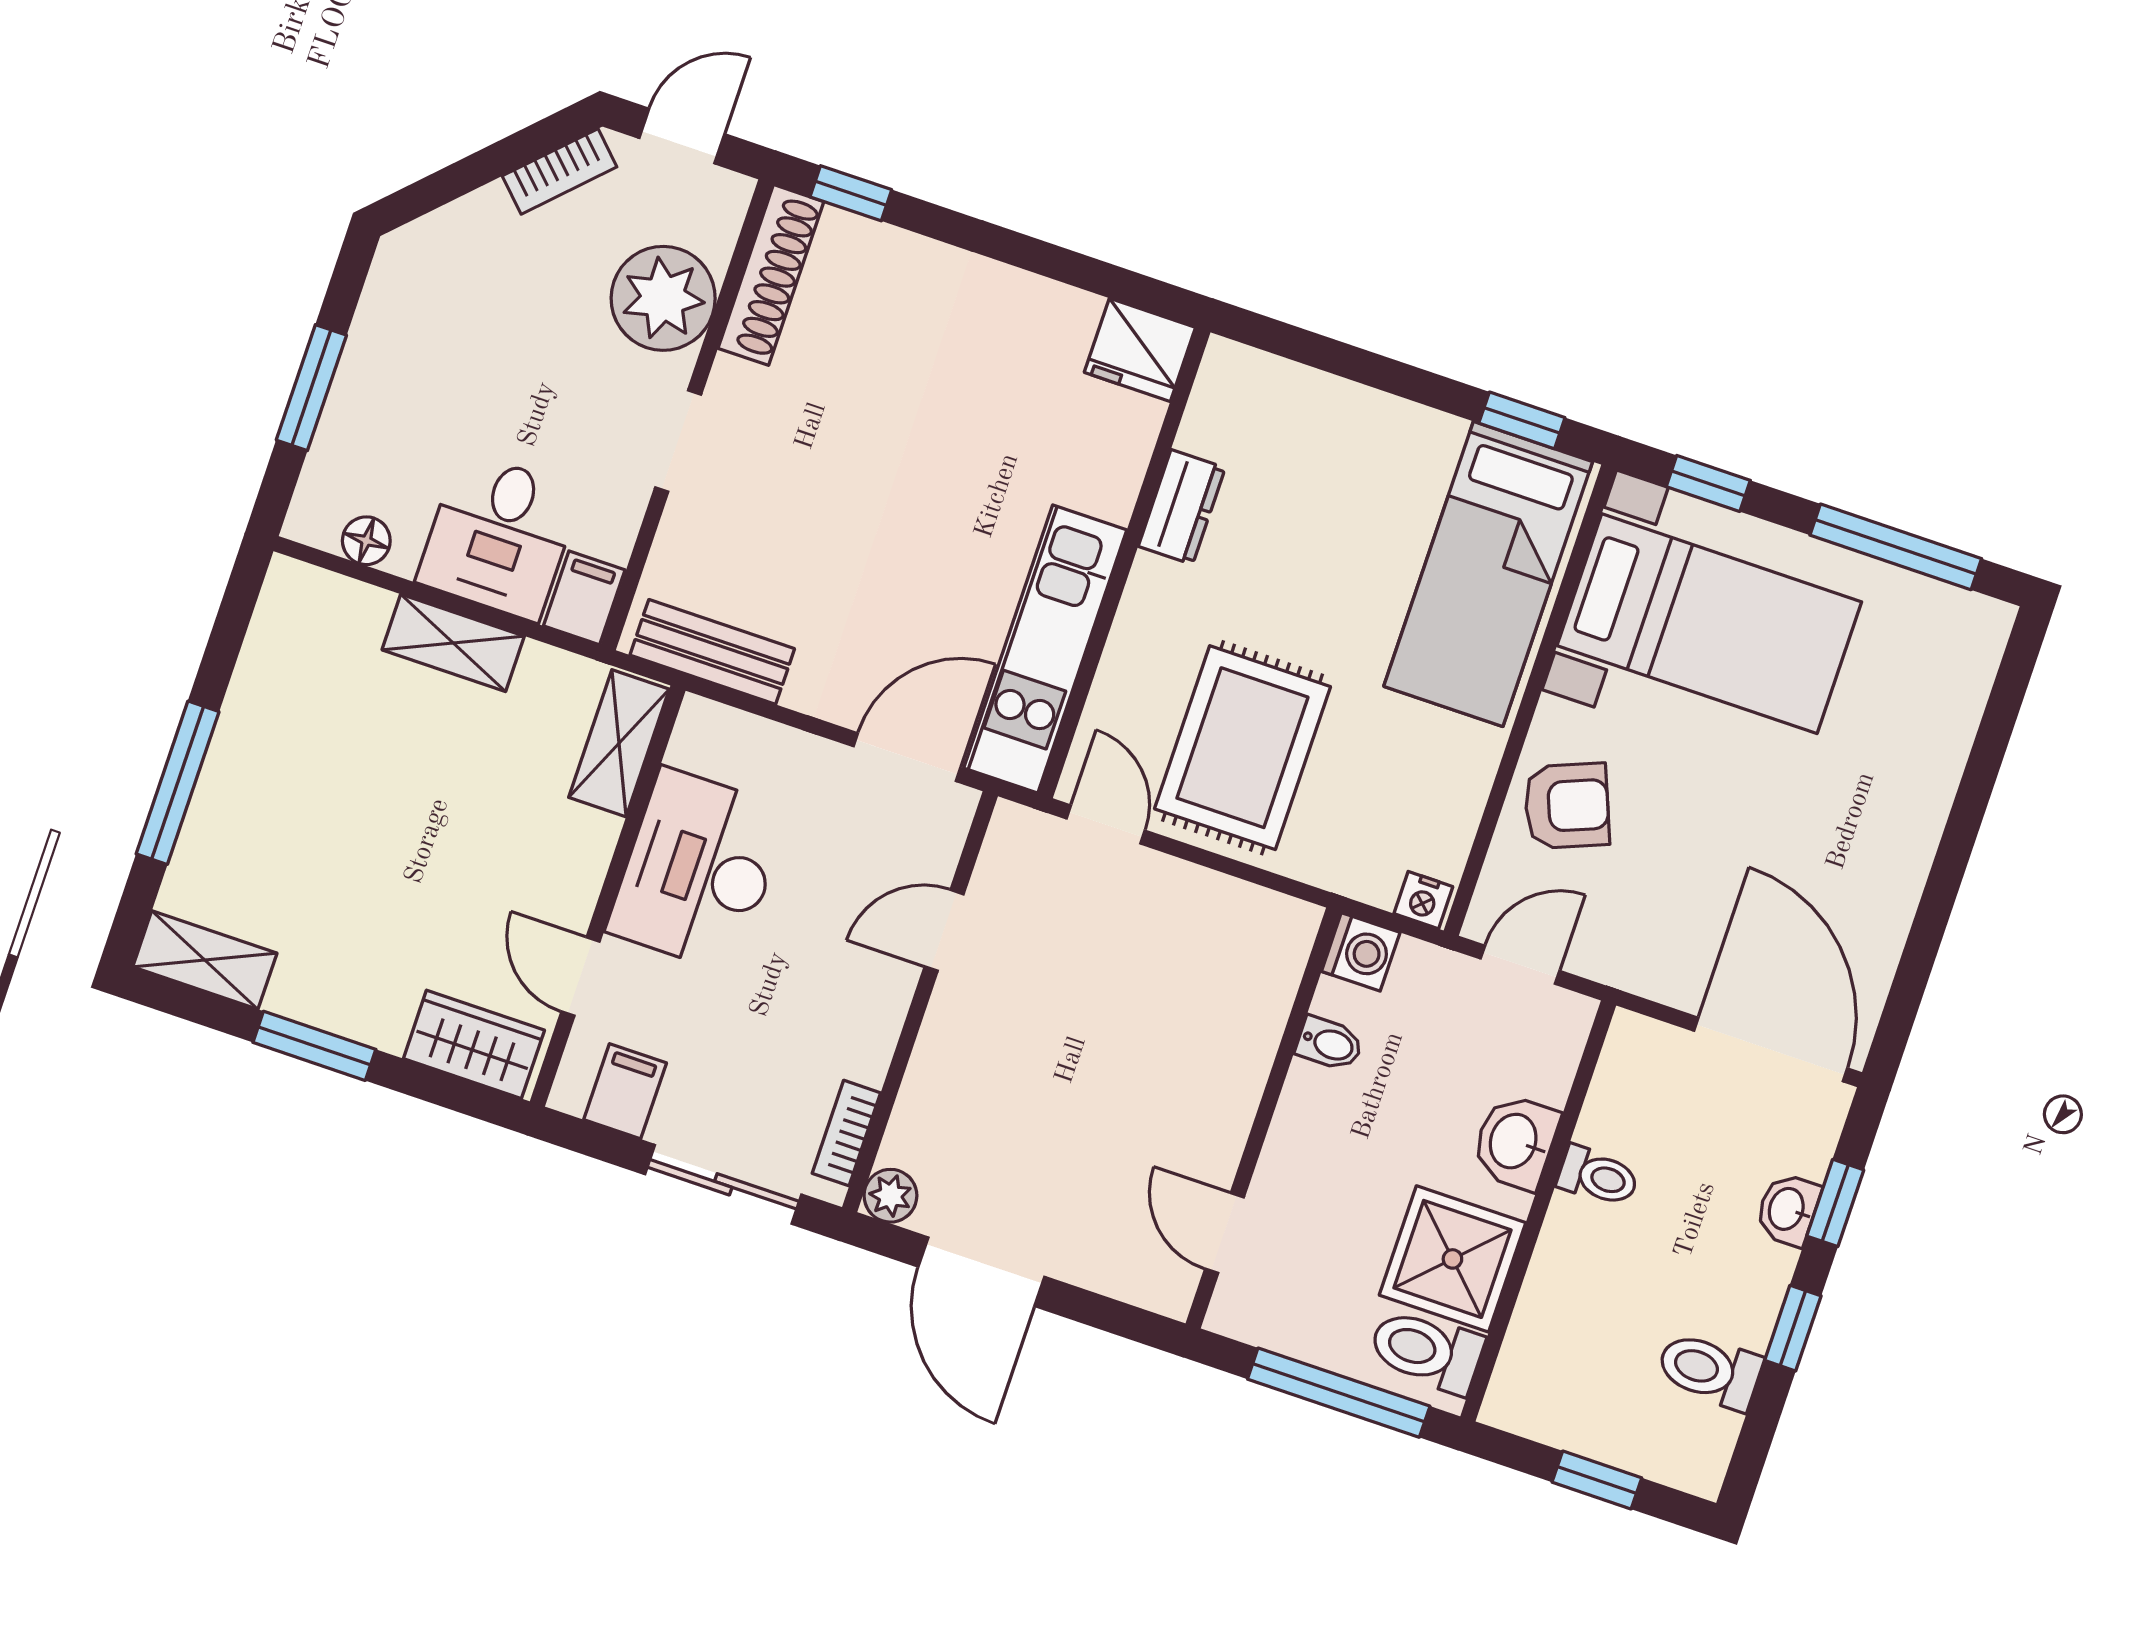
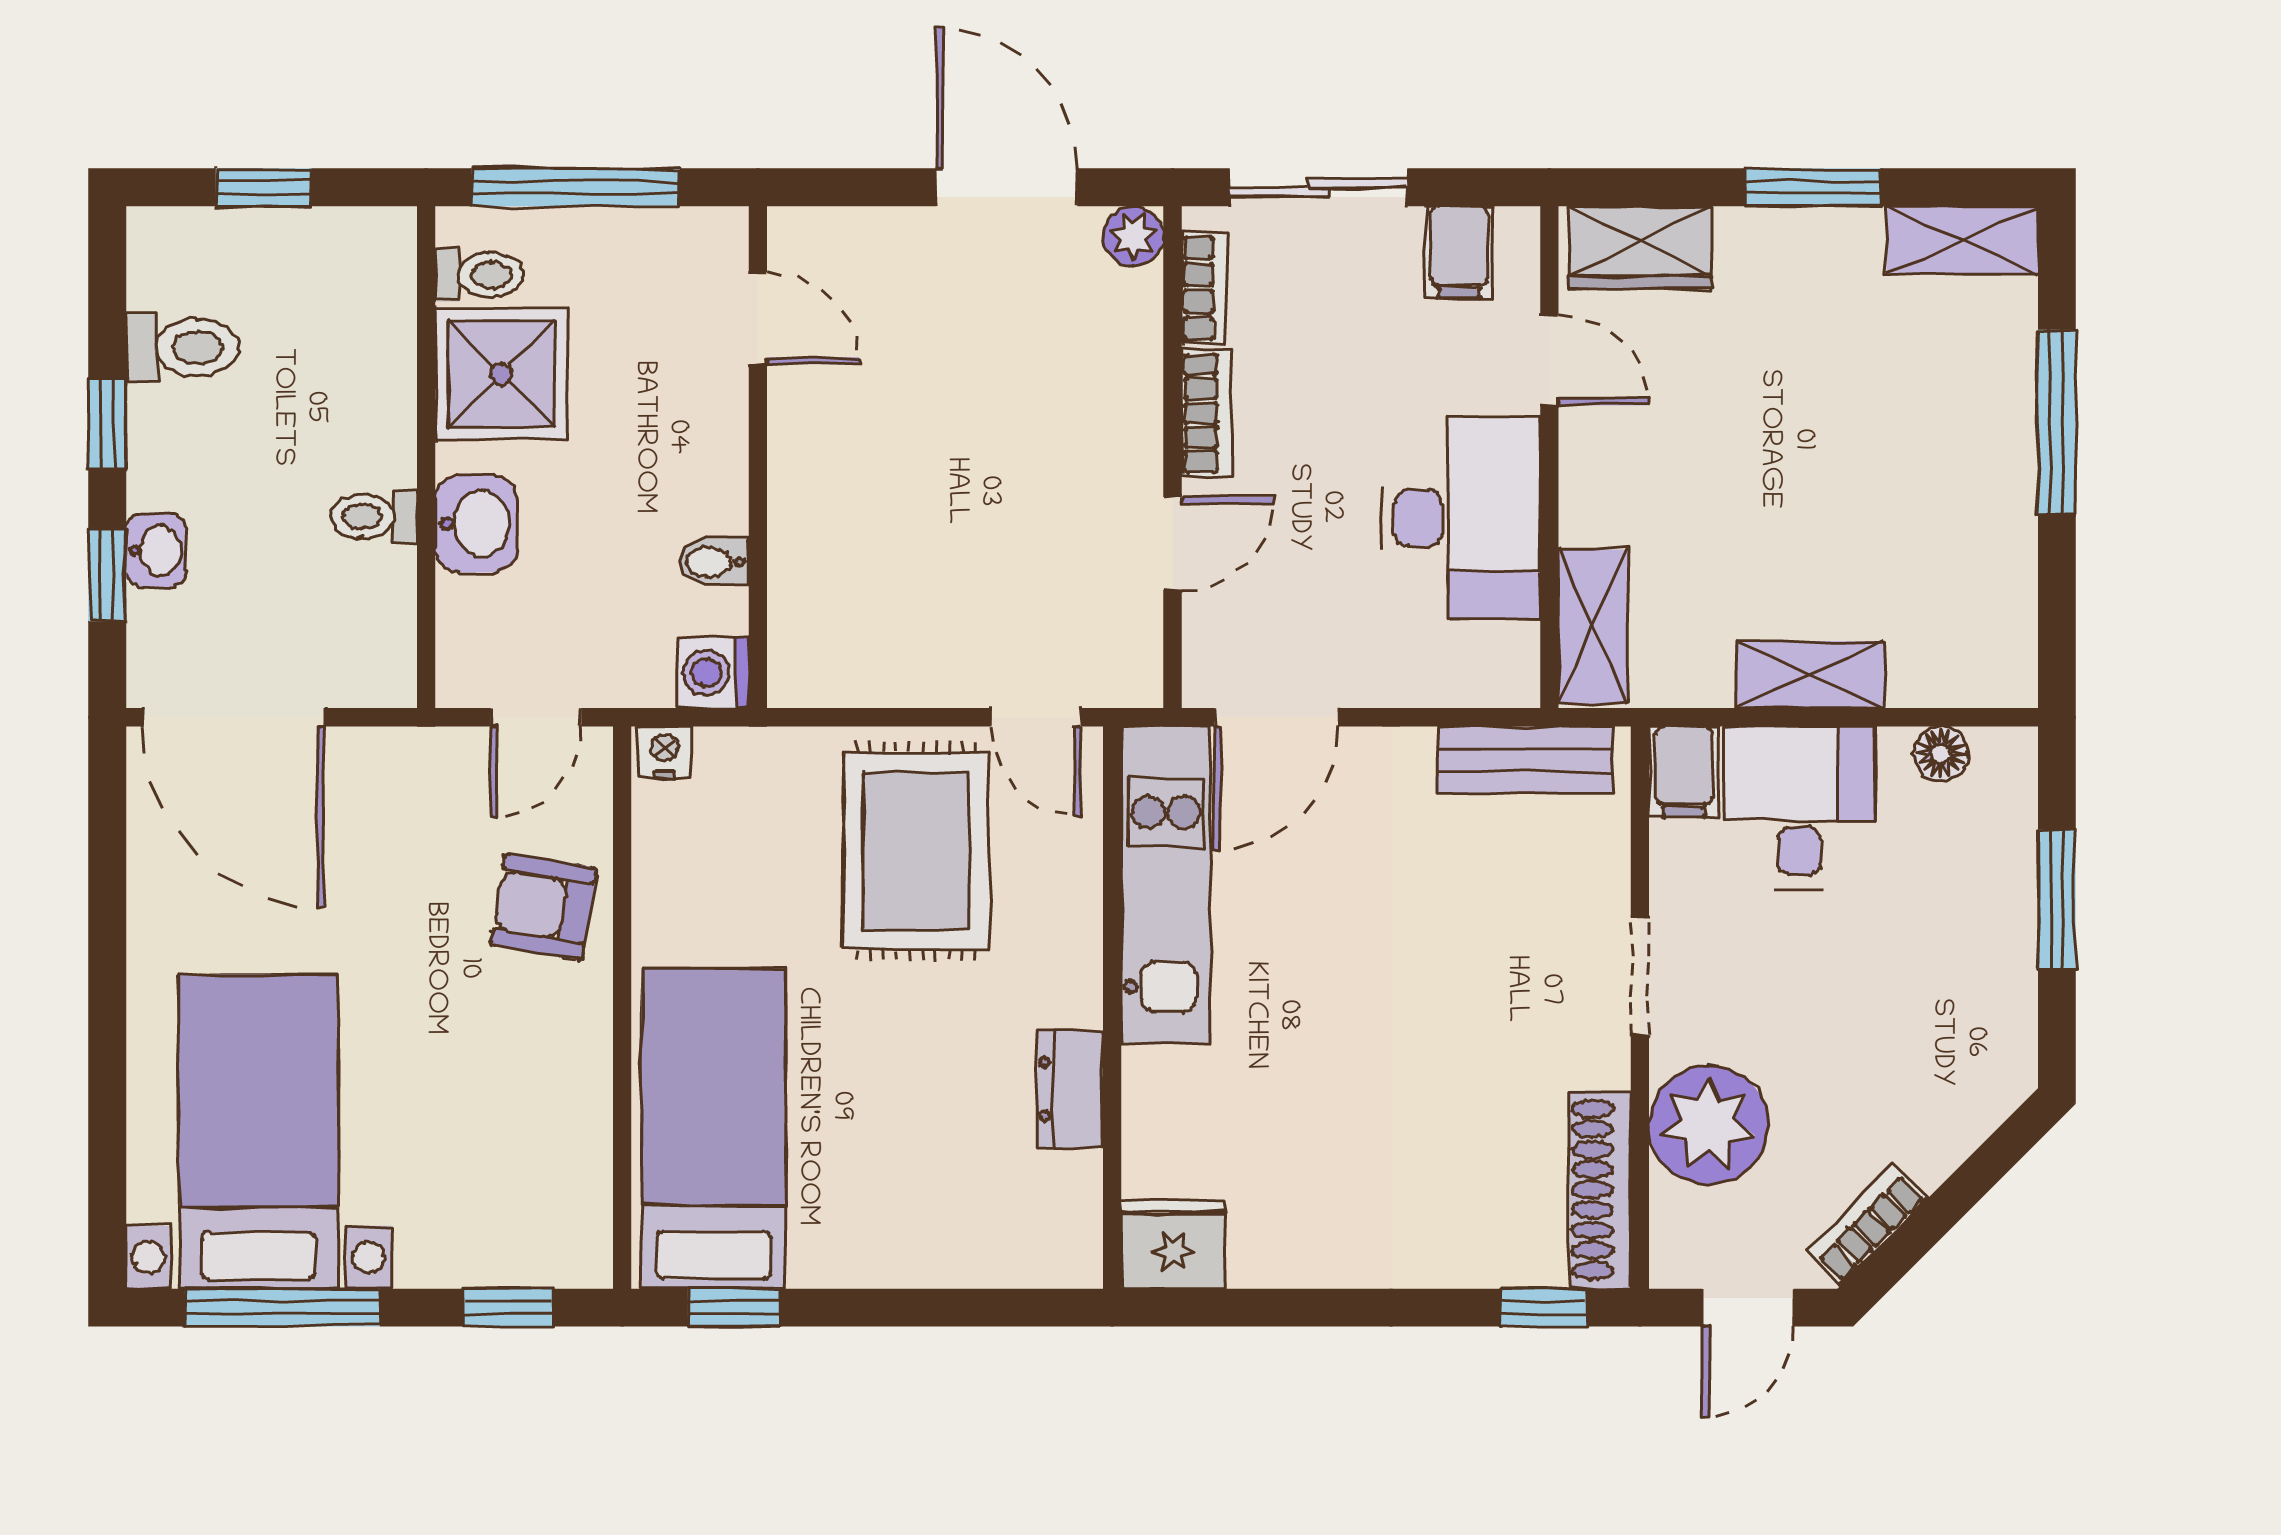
bed with nightstands: (1709, 624) -> (259, 1132), moved, turned 90
armchair: (1567, 806) -> (544, 907), turned 31
bookcase: (879, 1029) -> (1207, 413), added
toilet: (1426, 1351) -> (479, 275), width x0.73, depth x0.72

